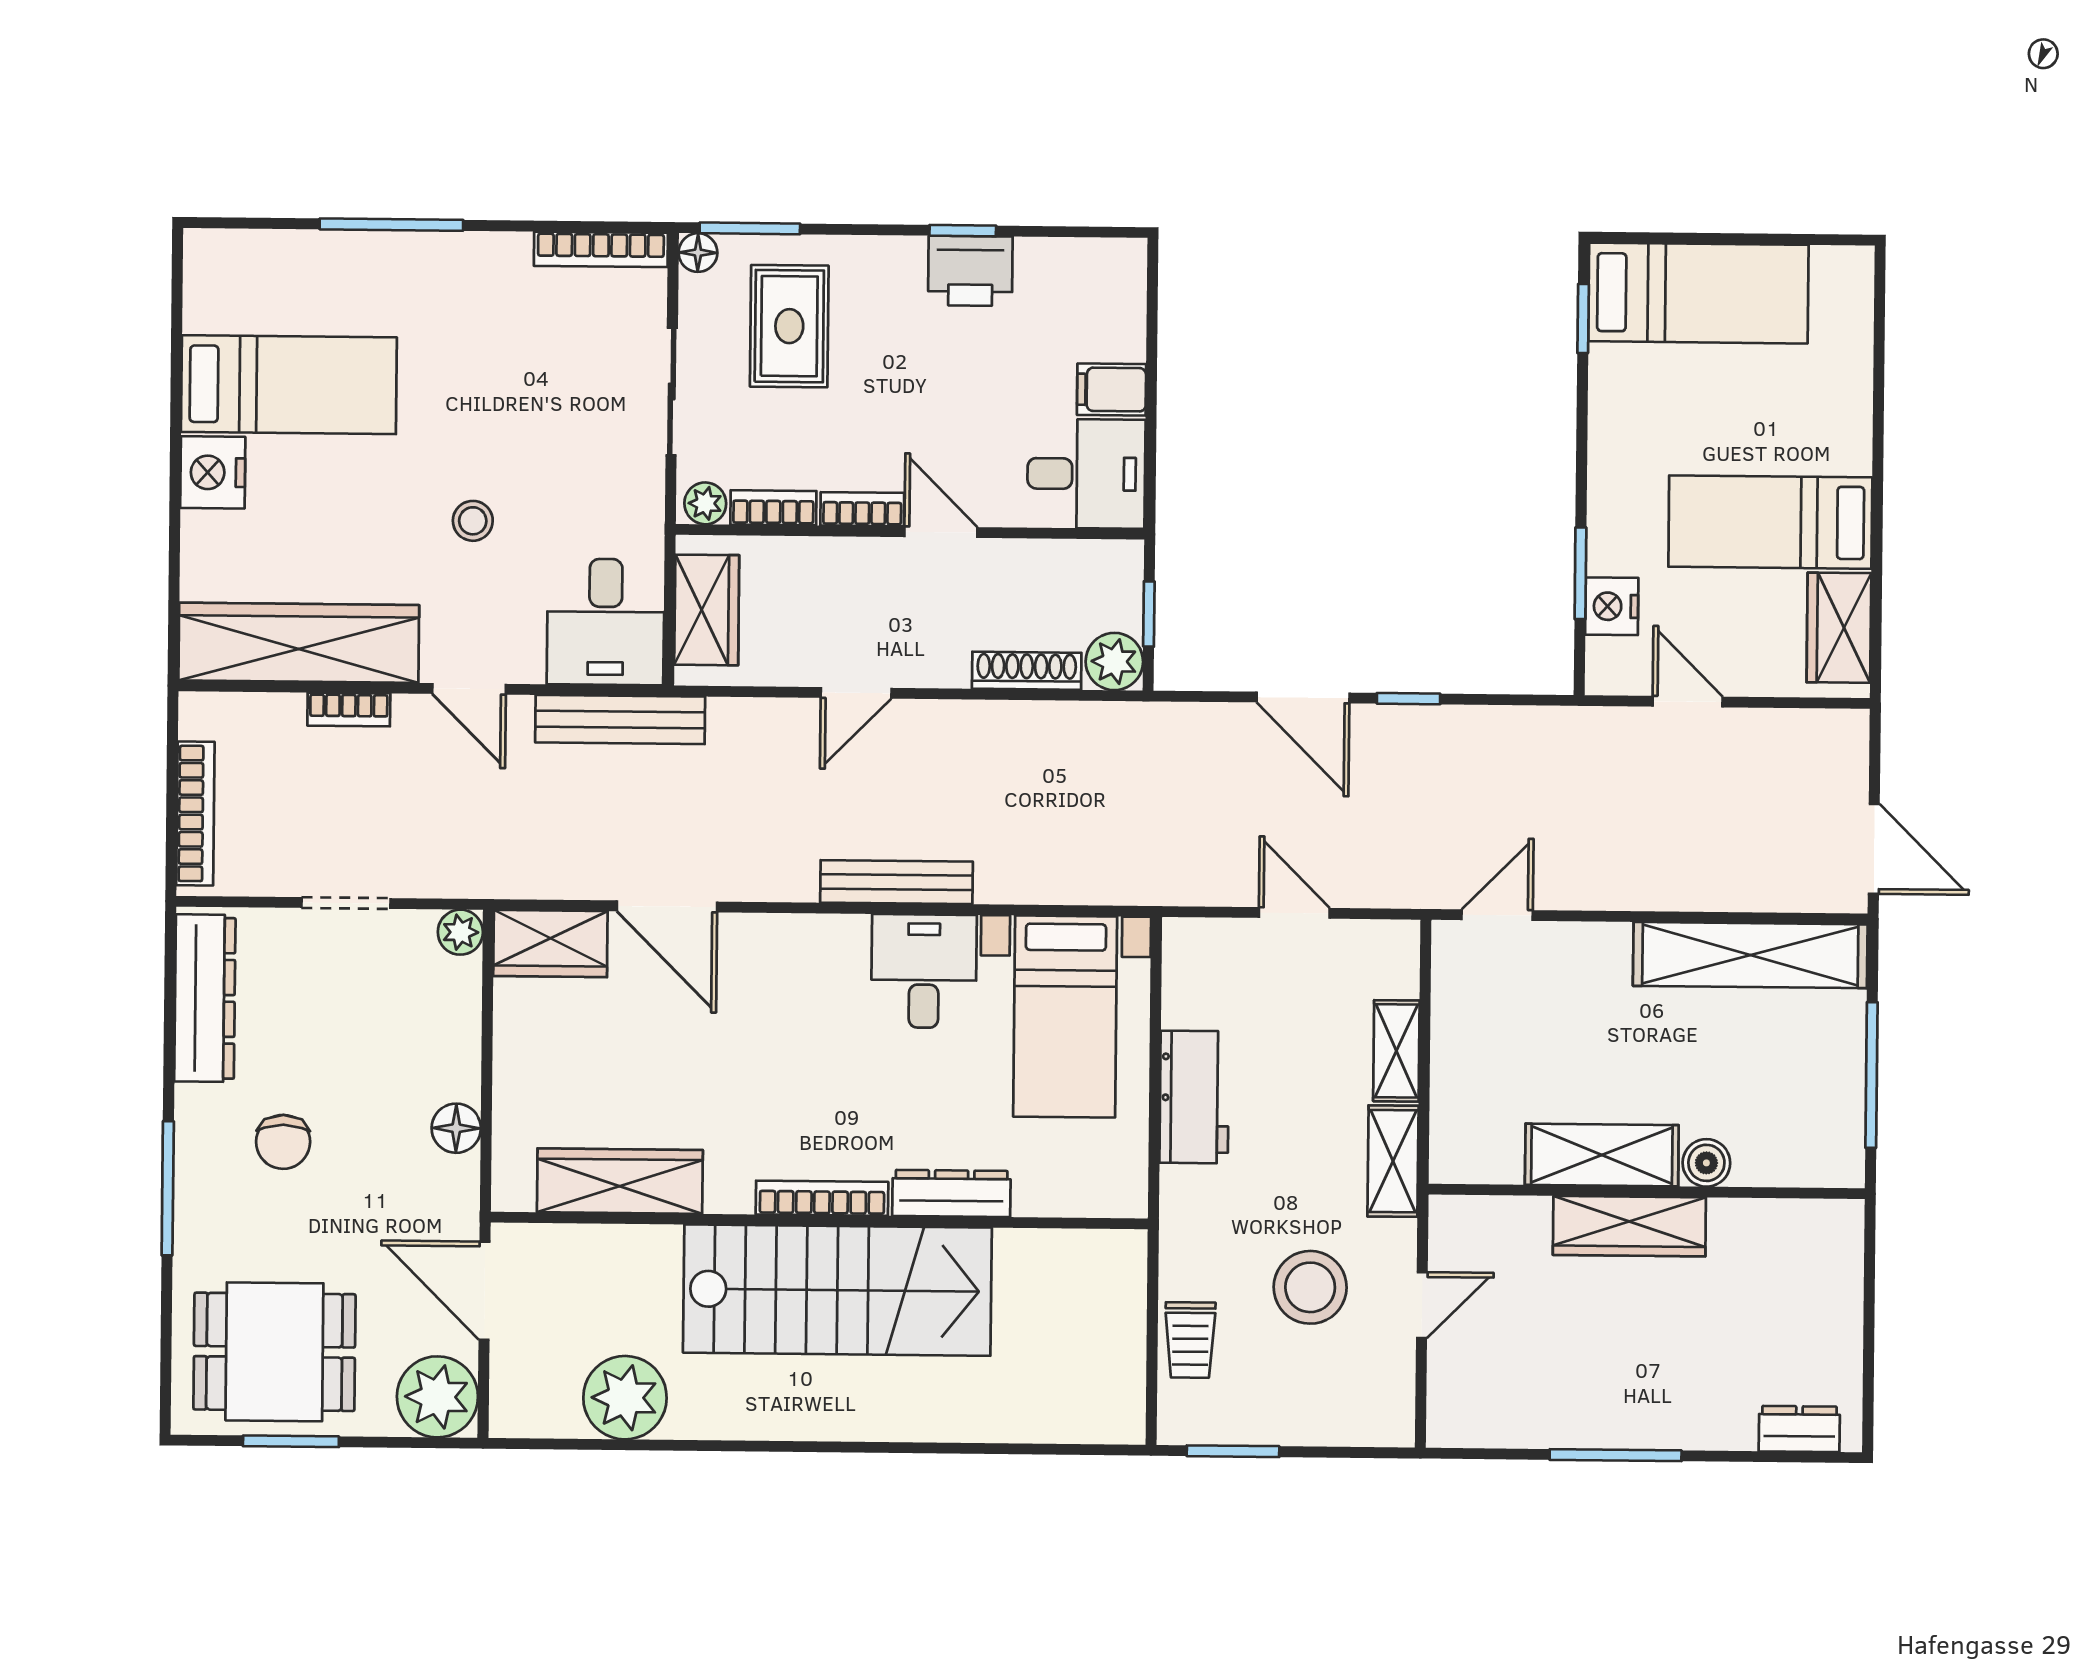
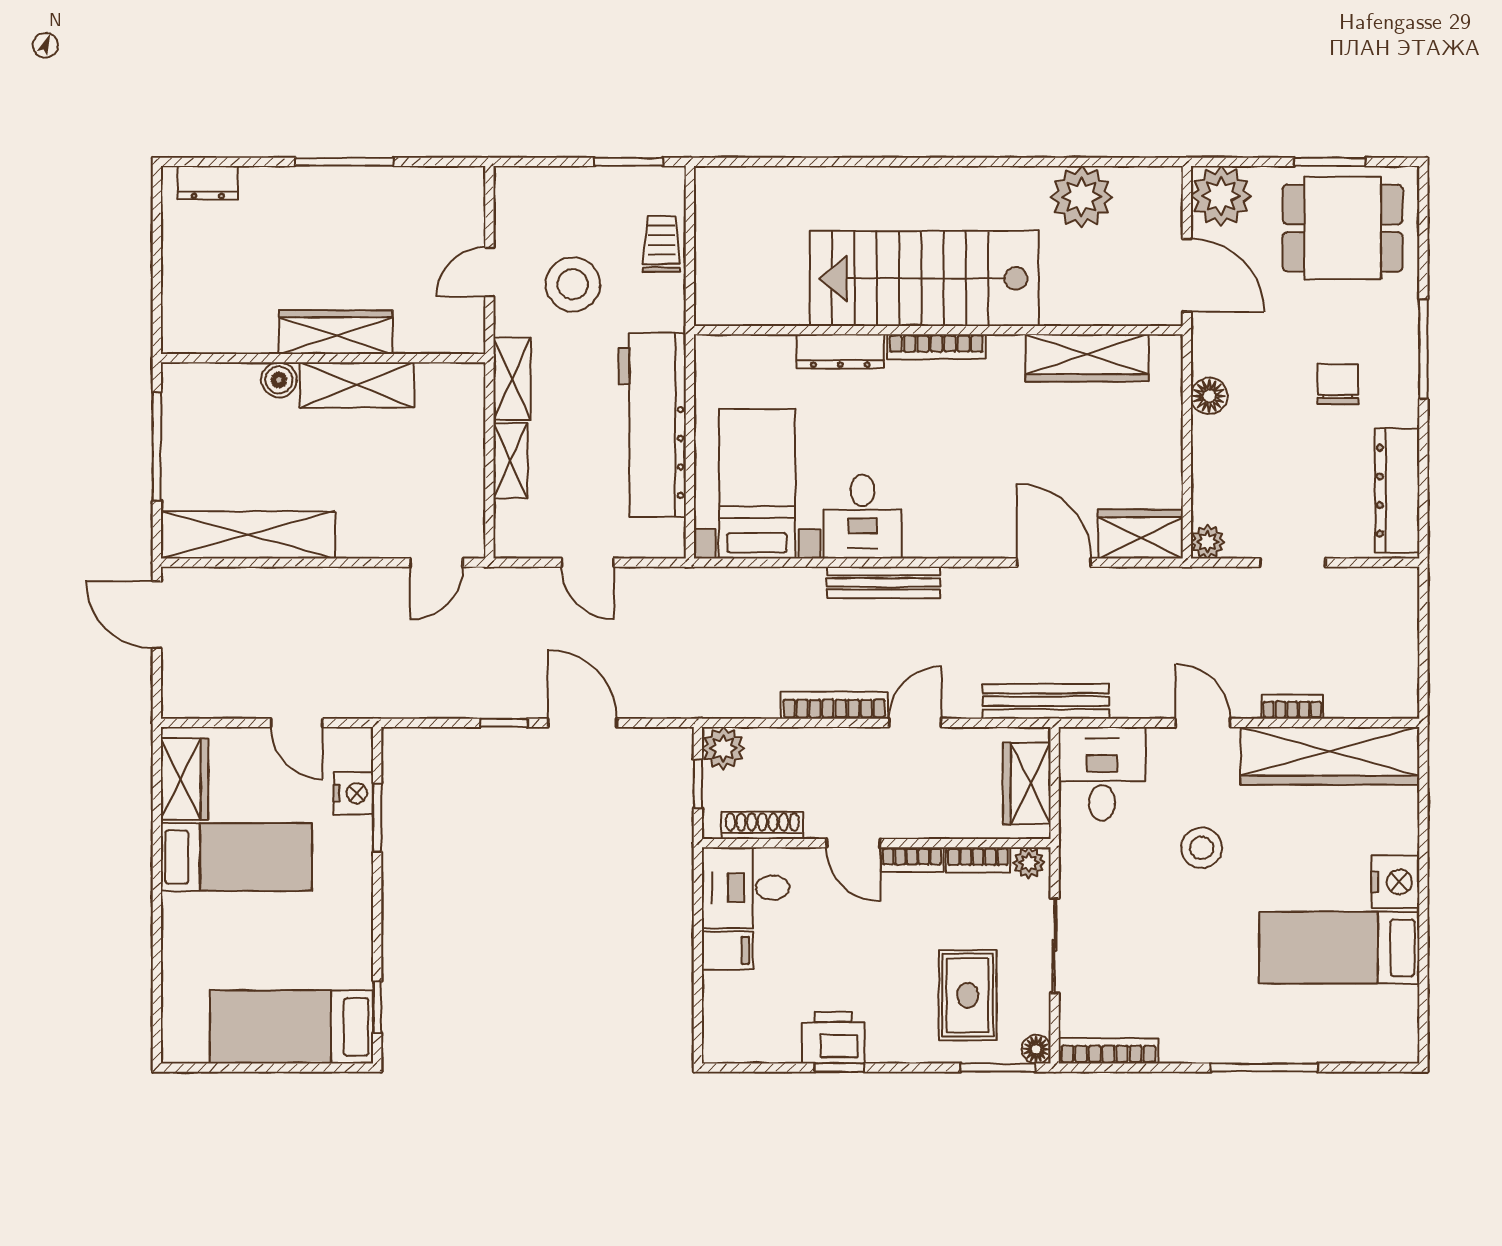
stool: (473, 521) -> (1202, 848), width x1.37, depth x1.37
shoe rack: (1027, 671) -> (762, 825), moved, turned 180
bench: (620, 720) -> (1046, 701), moved
bookcase: (195, 814) -> (834, 705), moved, turned 90
workbench: (1194, 1097) -> (652, 425), width x1.88, depth x1.32

